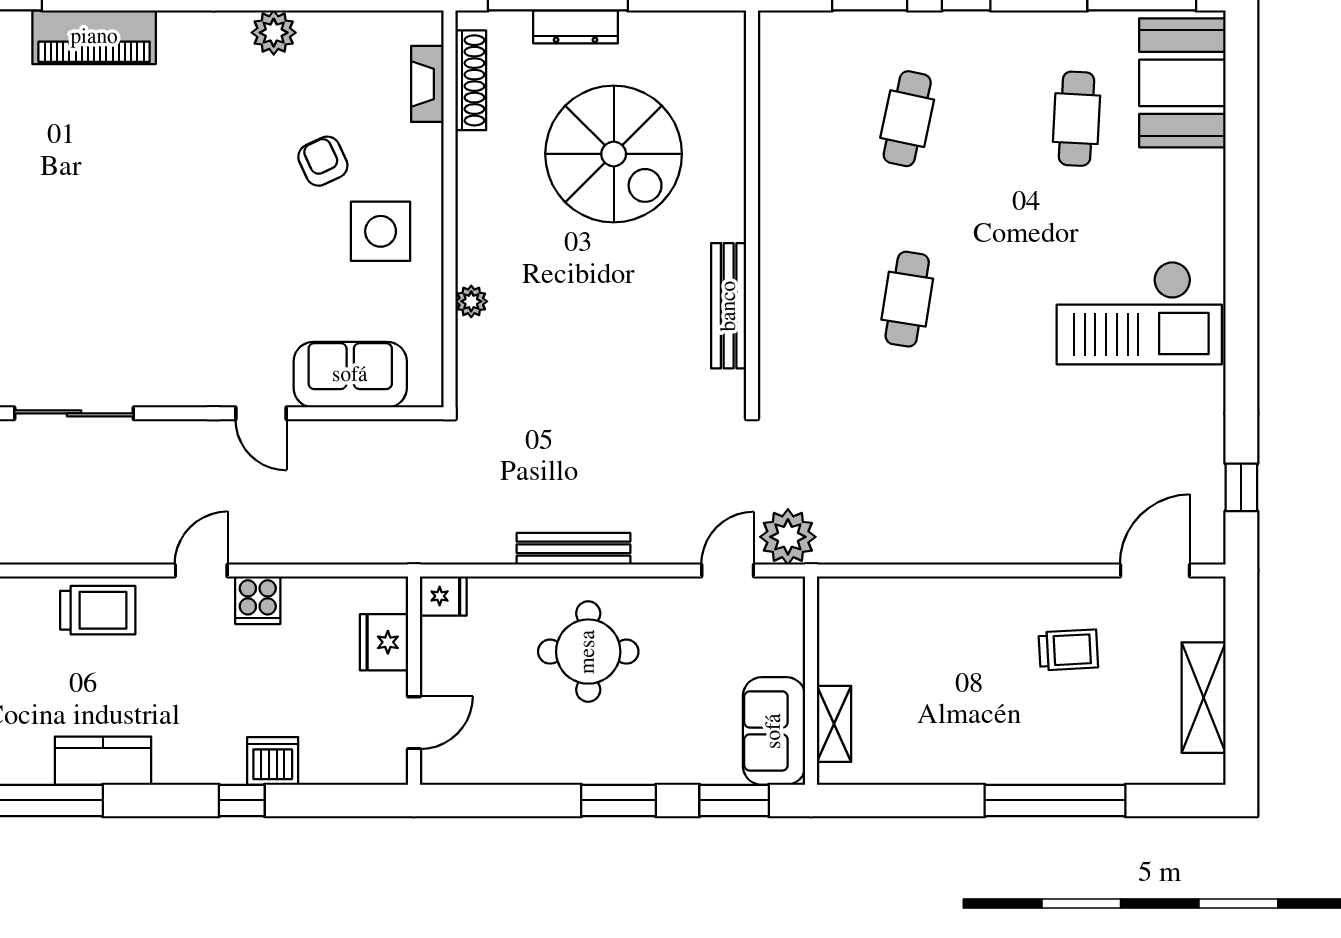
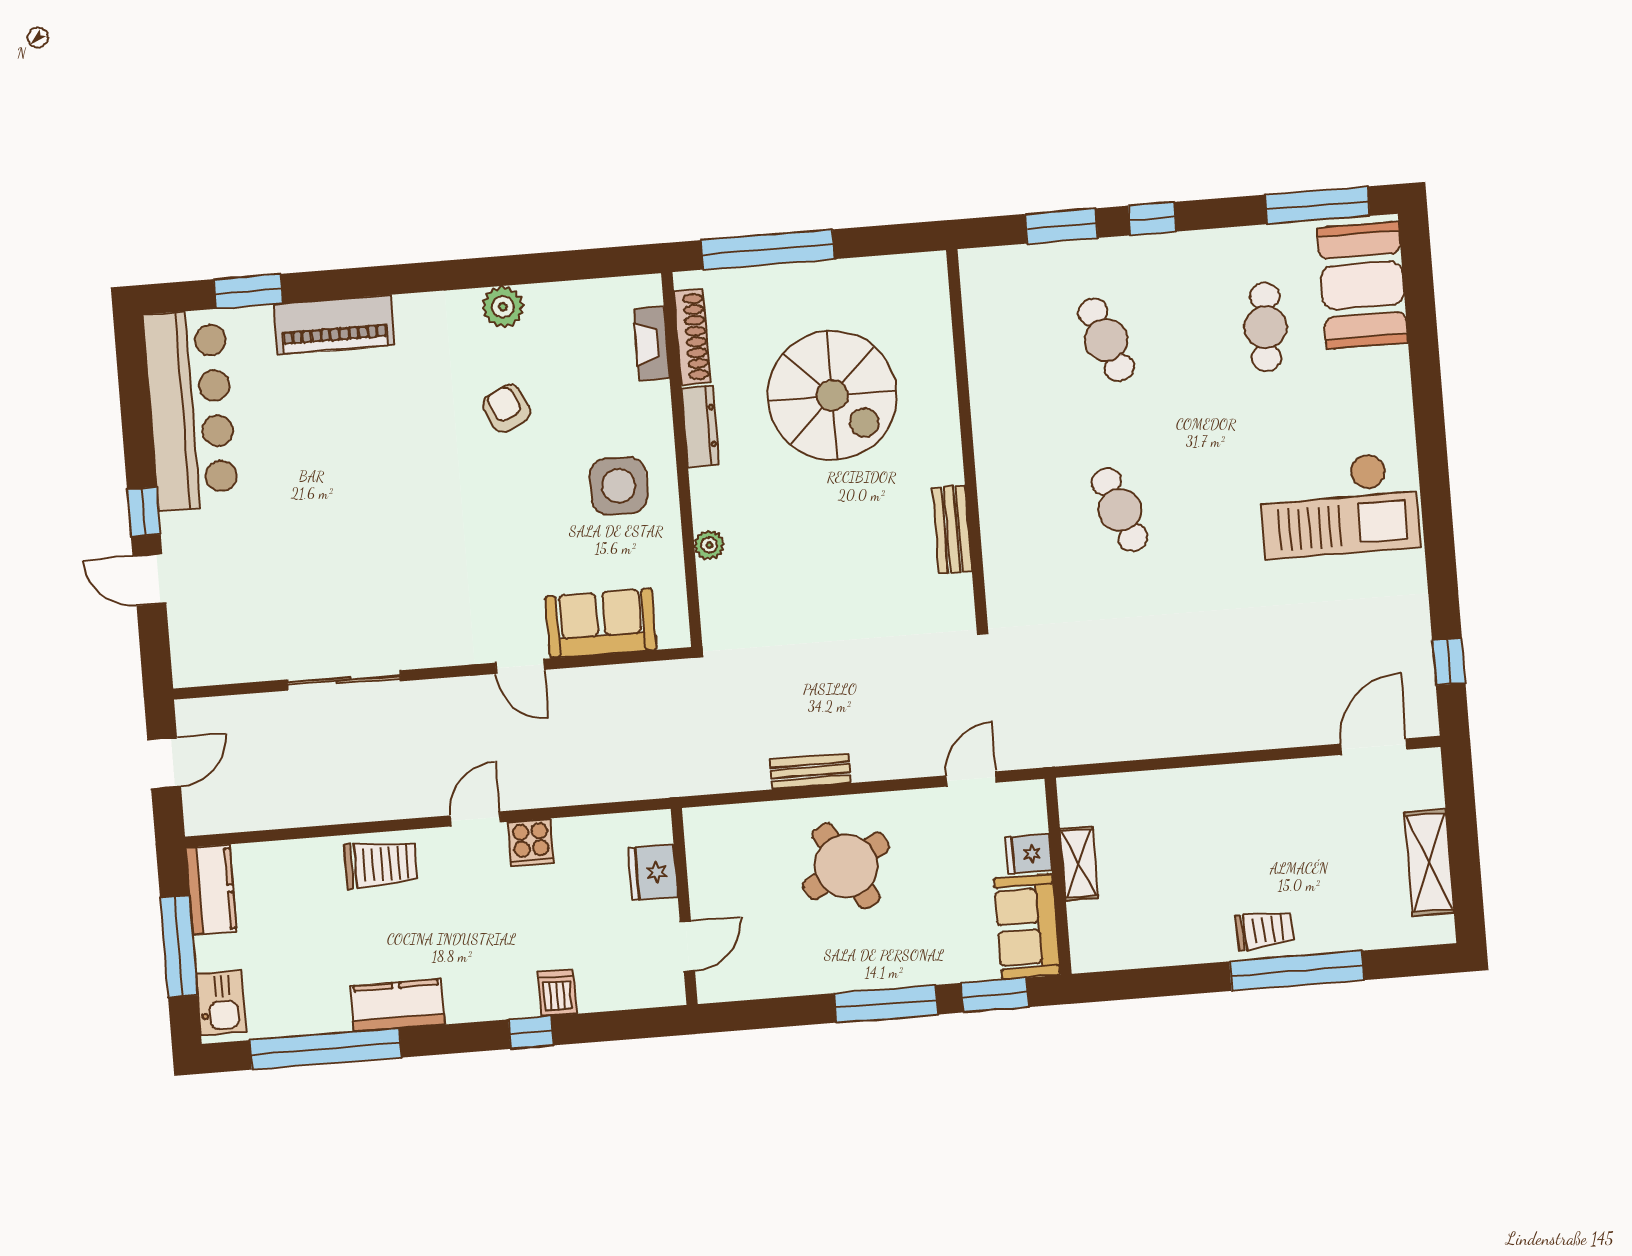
dresser: (576, 27) -> (700, 426), moved, turned -90
cafe table: (907, 119) -> (1106, 340), turned -33
armchair: (323, 161) -> (507, 408), moved
cafe table: (907, 299) -> (1120, 510), turned -30
bench: (729, 306) -> (952, 530), width x0.73
plant: (788, 537) -> (1025, 743), removed
bench: (574, 549) -> (810, 771), width x0.73
fridge: (443, 596) -> (1029, 854), moved, turned 180
trolley: (1068, 650) -> (1265, 930), moved
round table: (588, 652) -> (846, 866), turned -30
shelving: (834, 724) -> (1079, 864), moved
dishwasher: (273, 761) -> (557, 993), width x0.73
window: (619, 800) -> (886, 1004), width x1.44

